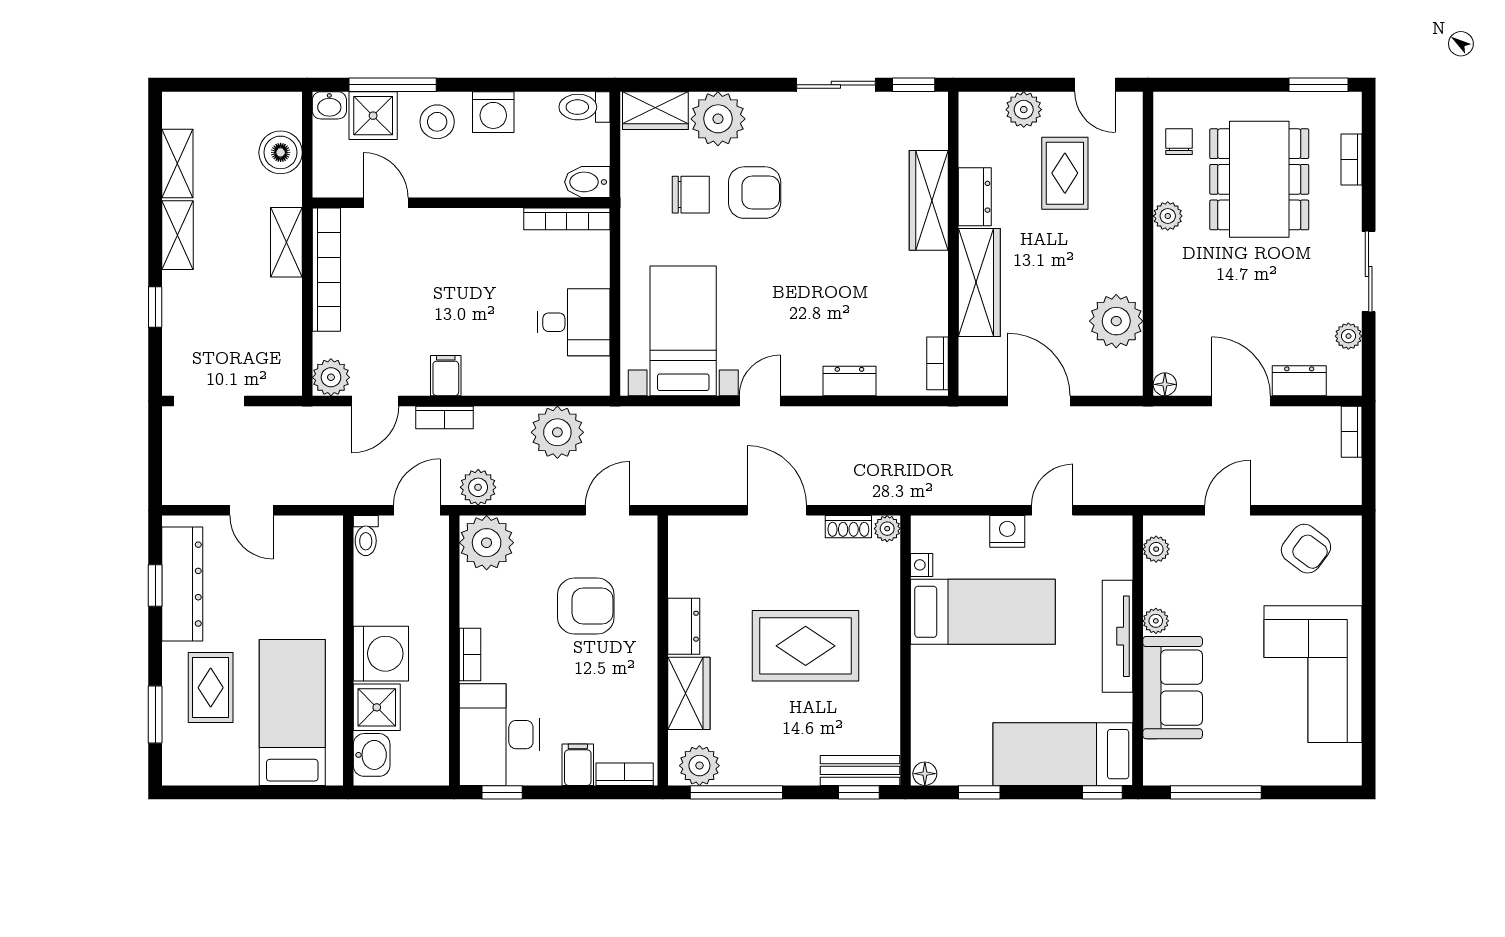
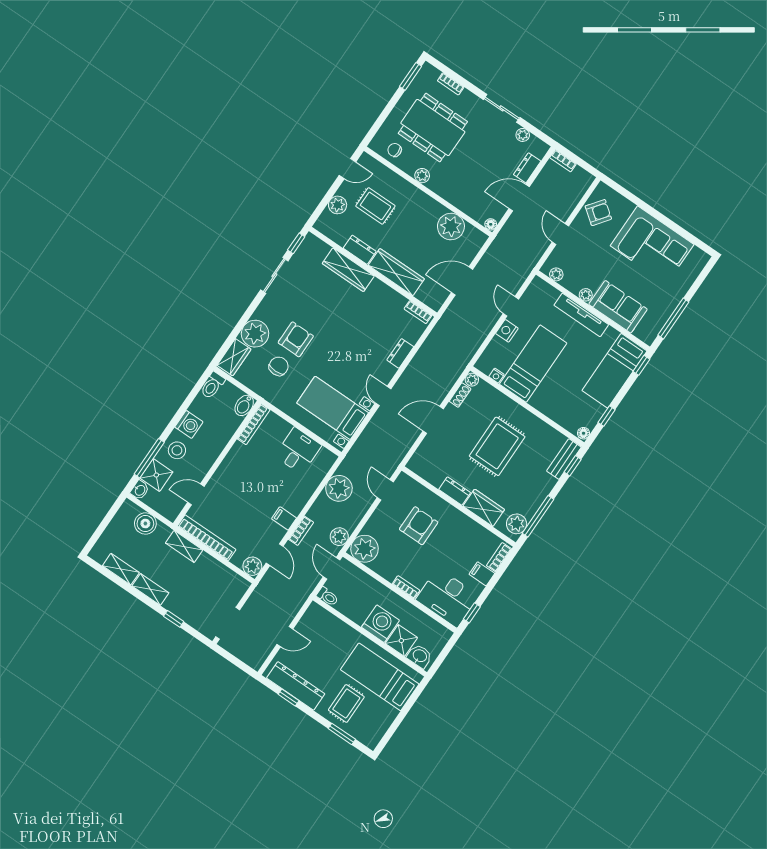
rug: (211, 688) -> (346, 703), turned 90

